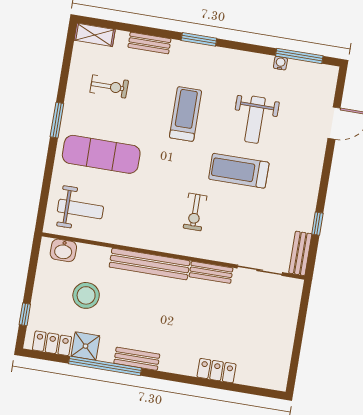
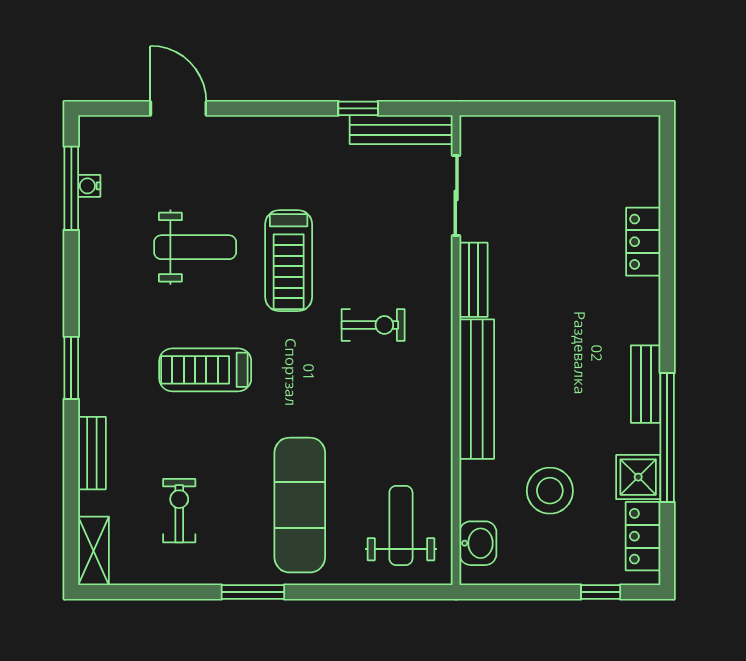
water cooler: (280, 63) -> (89, 186), moved
bench: (300, 253) -> (401, 130), width x1.36

